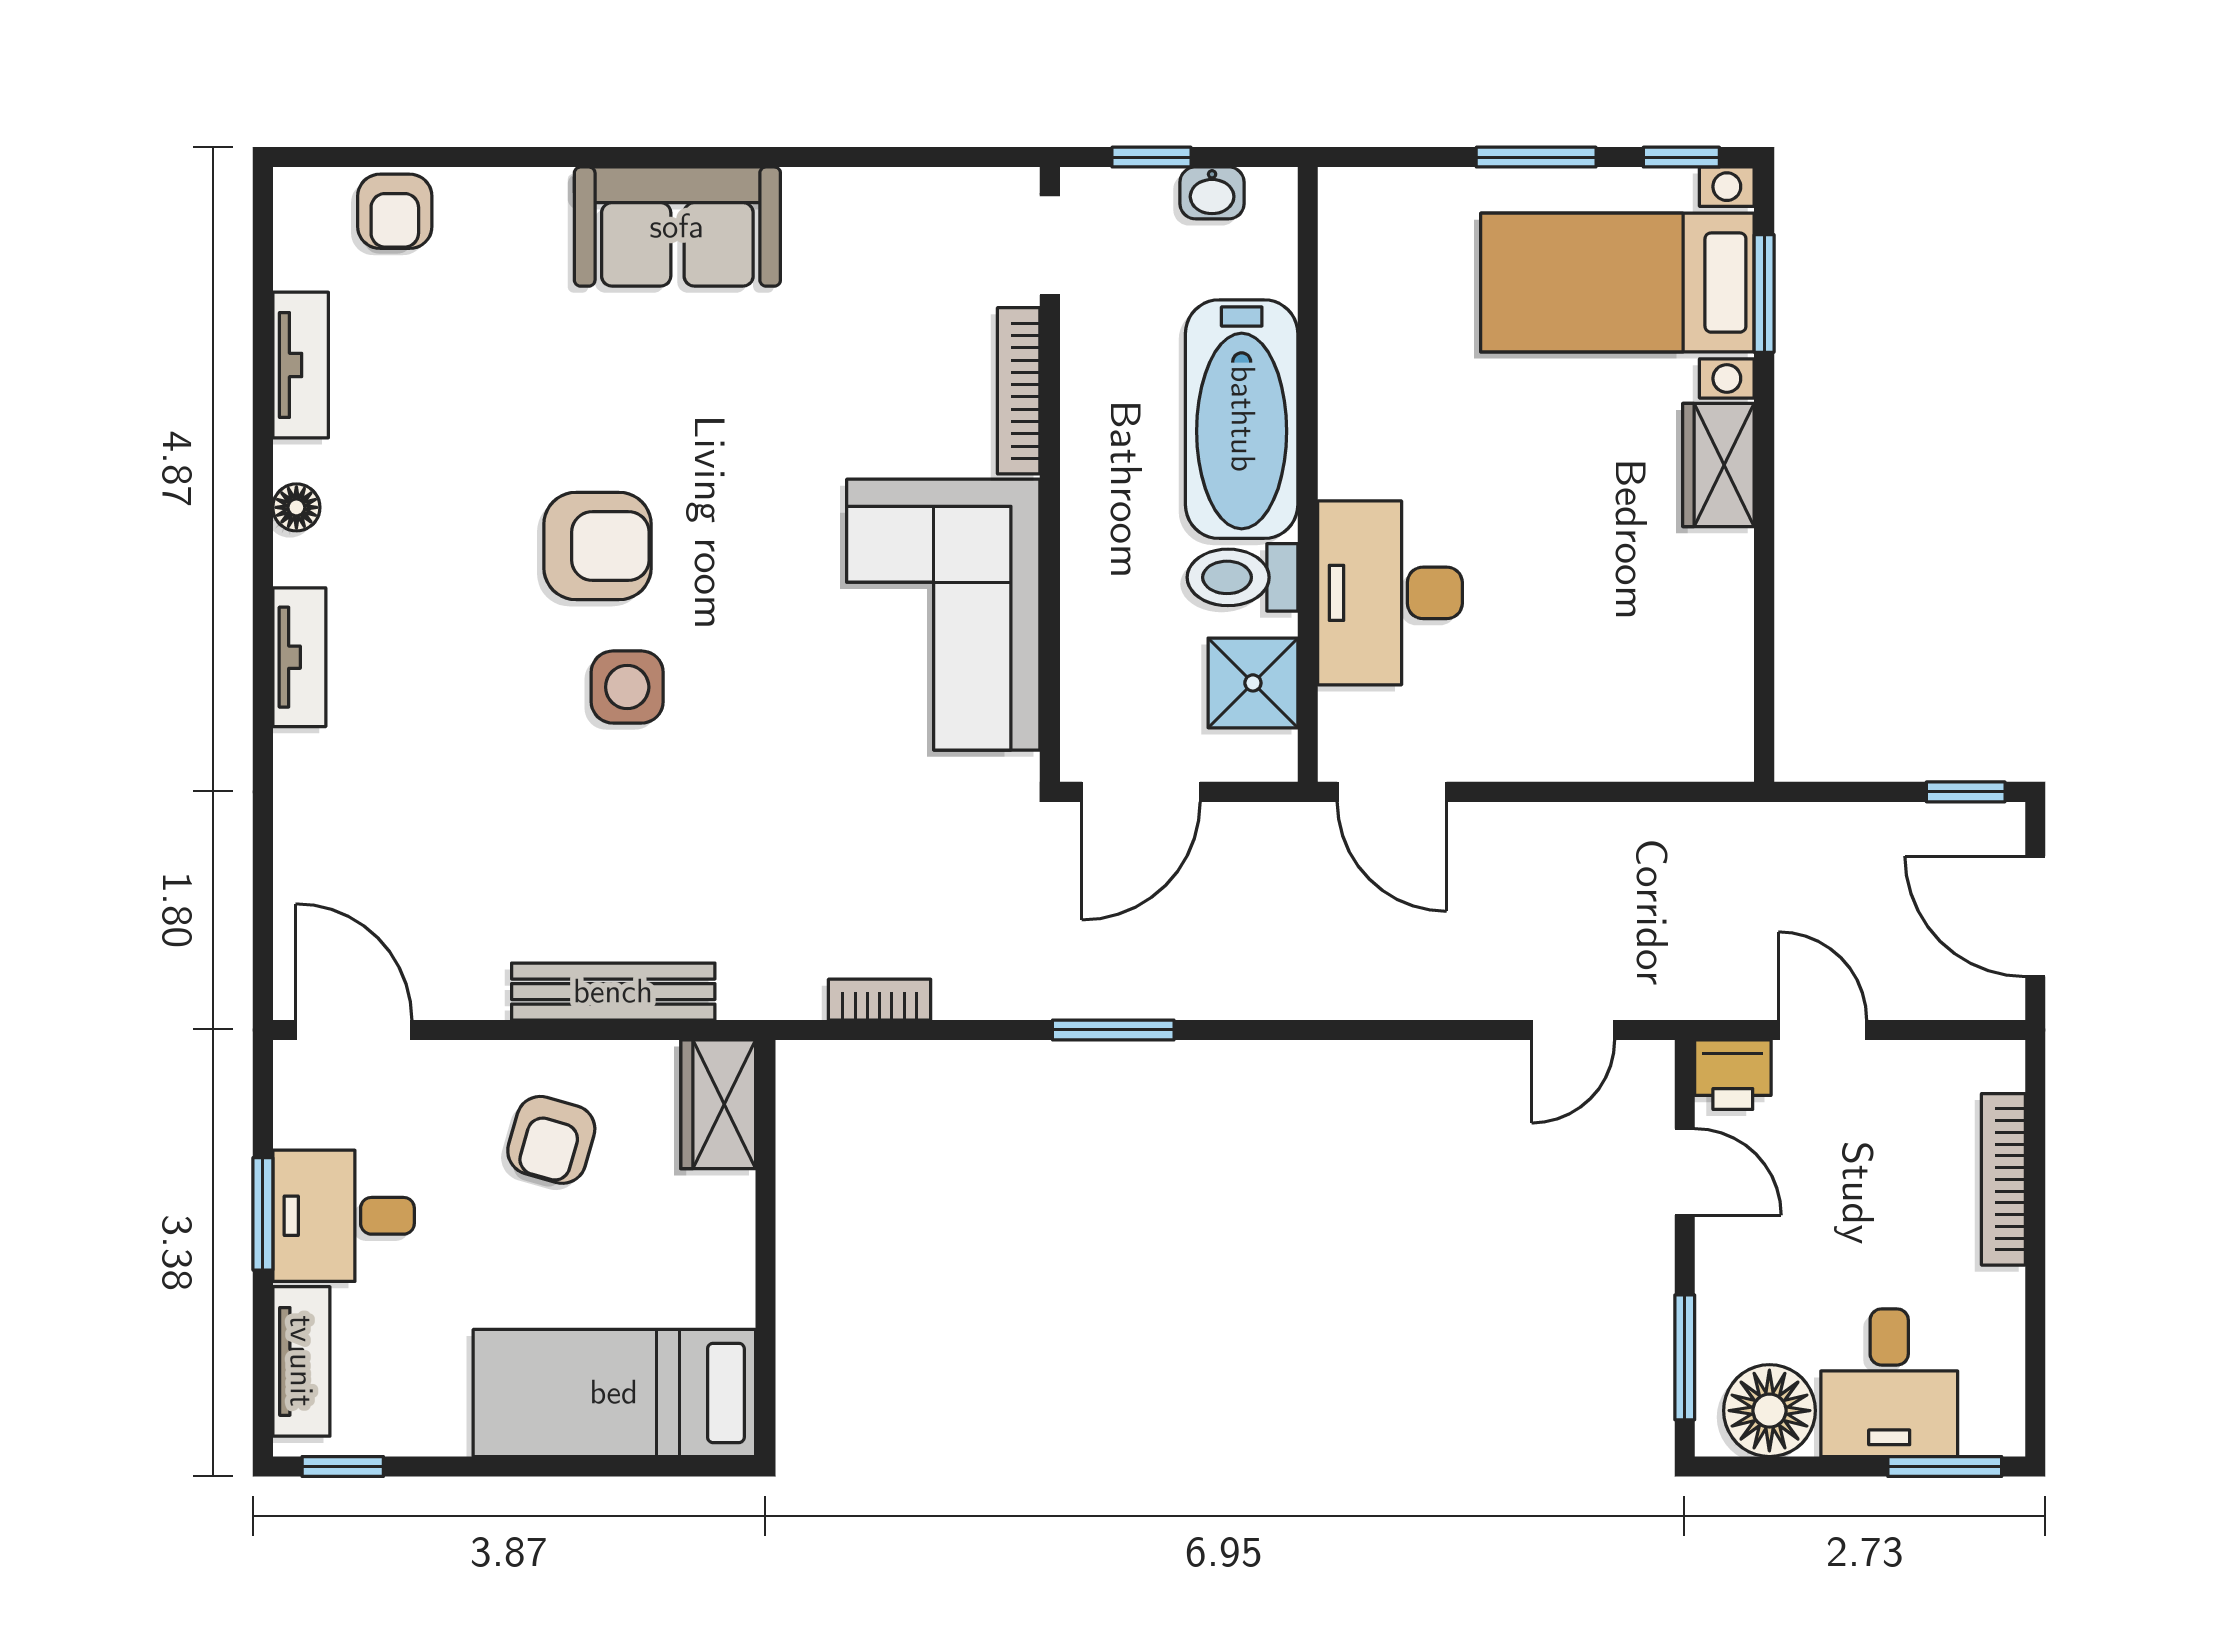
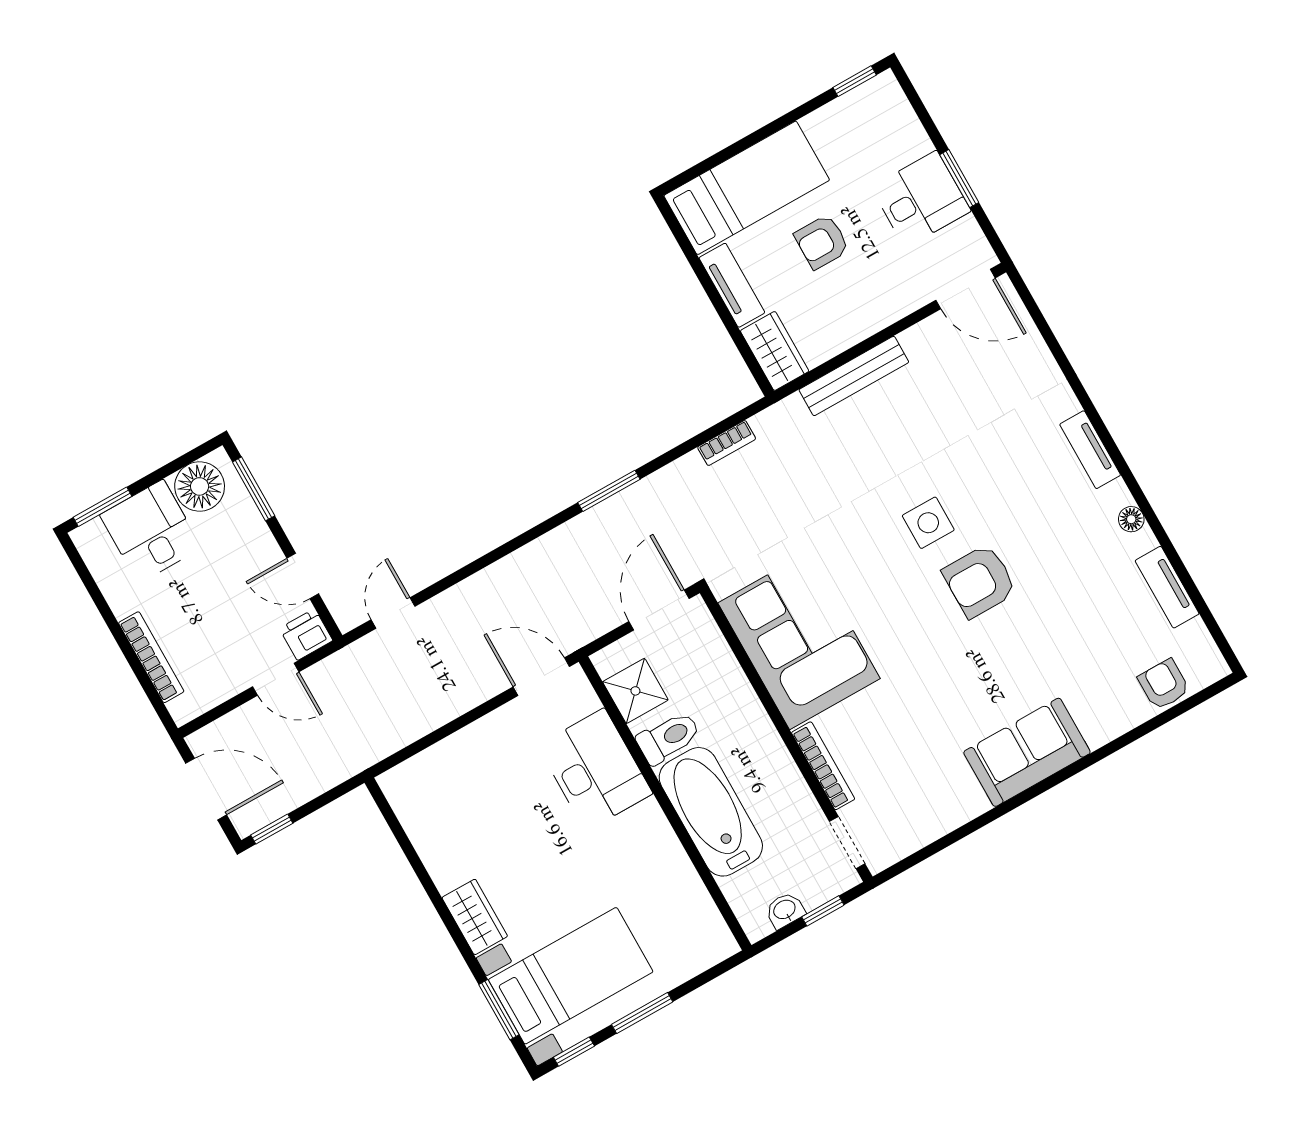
armchair: (551, 1140) -> (822, 242), moved, turned -106
tv unit: (301, 1361) -> (732, 285), moved, turned 180

